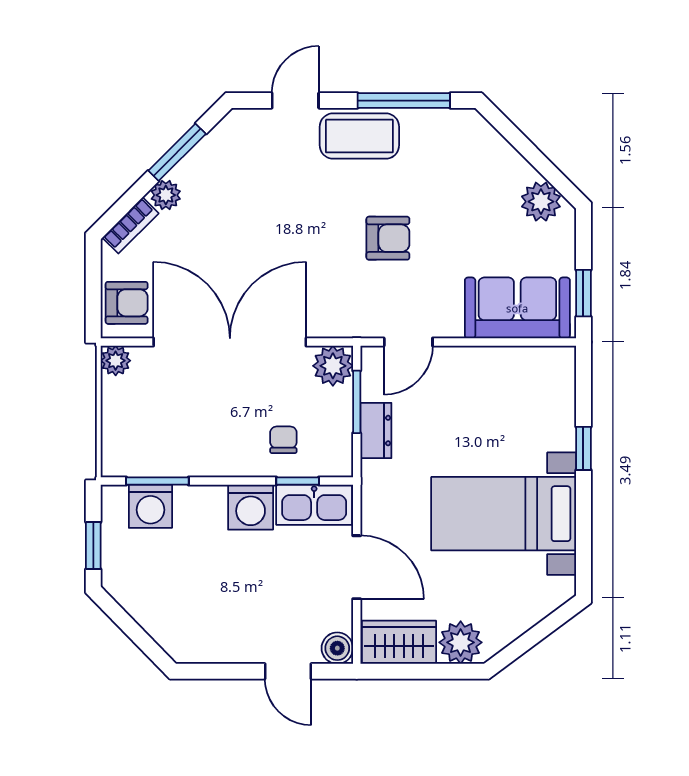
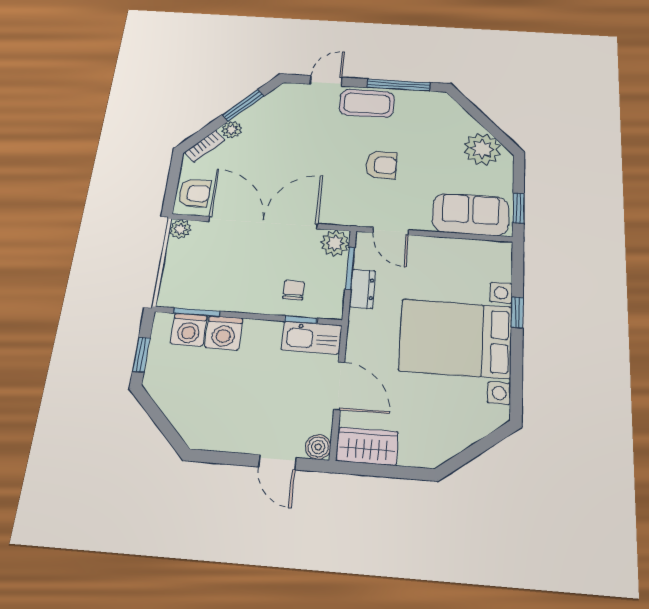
plant: (541, 202) -> (482, 149), width x1.36, depth x1.36
door: (408, 342) -> (391, 231), hinge flipped
washing machine: (251, 507) -> (224, 333), moved
bed with nightstands: (504, 514) -> (456, 339), width x1.36
plant: (461, 642) -> (417, 450), removed

